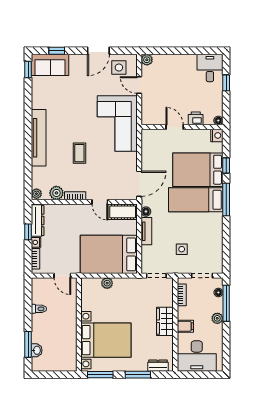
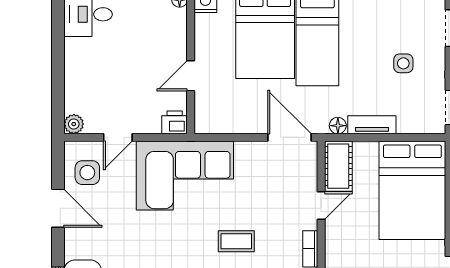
printer: (196, 118) -> (175, 122), moved, turned 90

